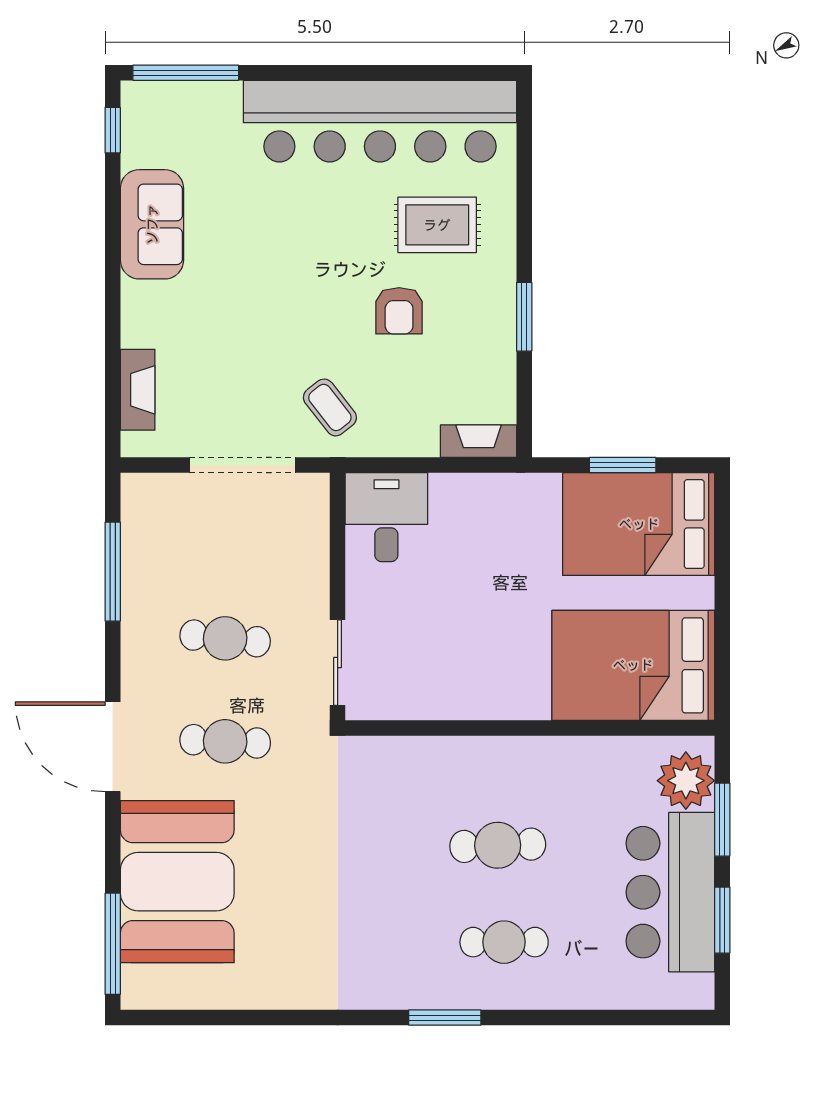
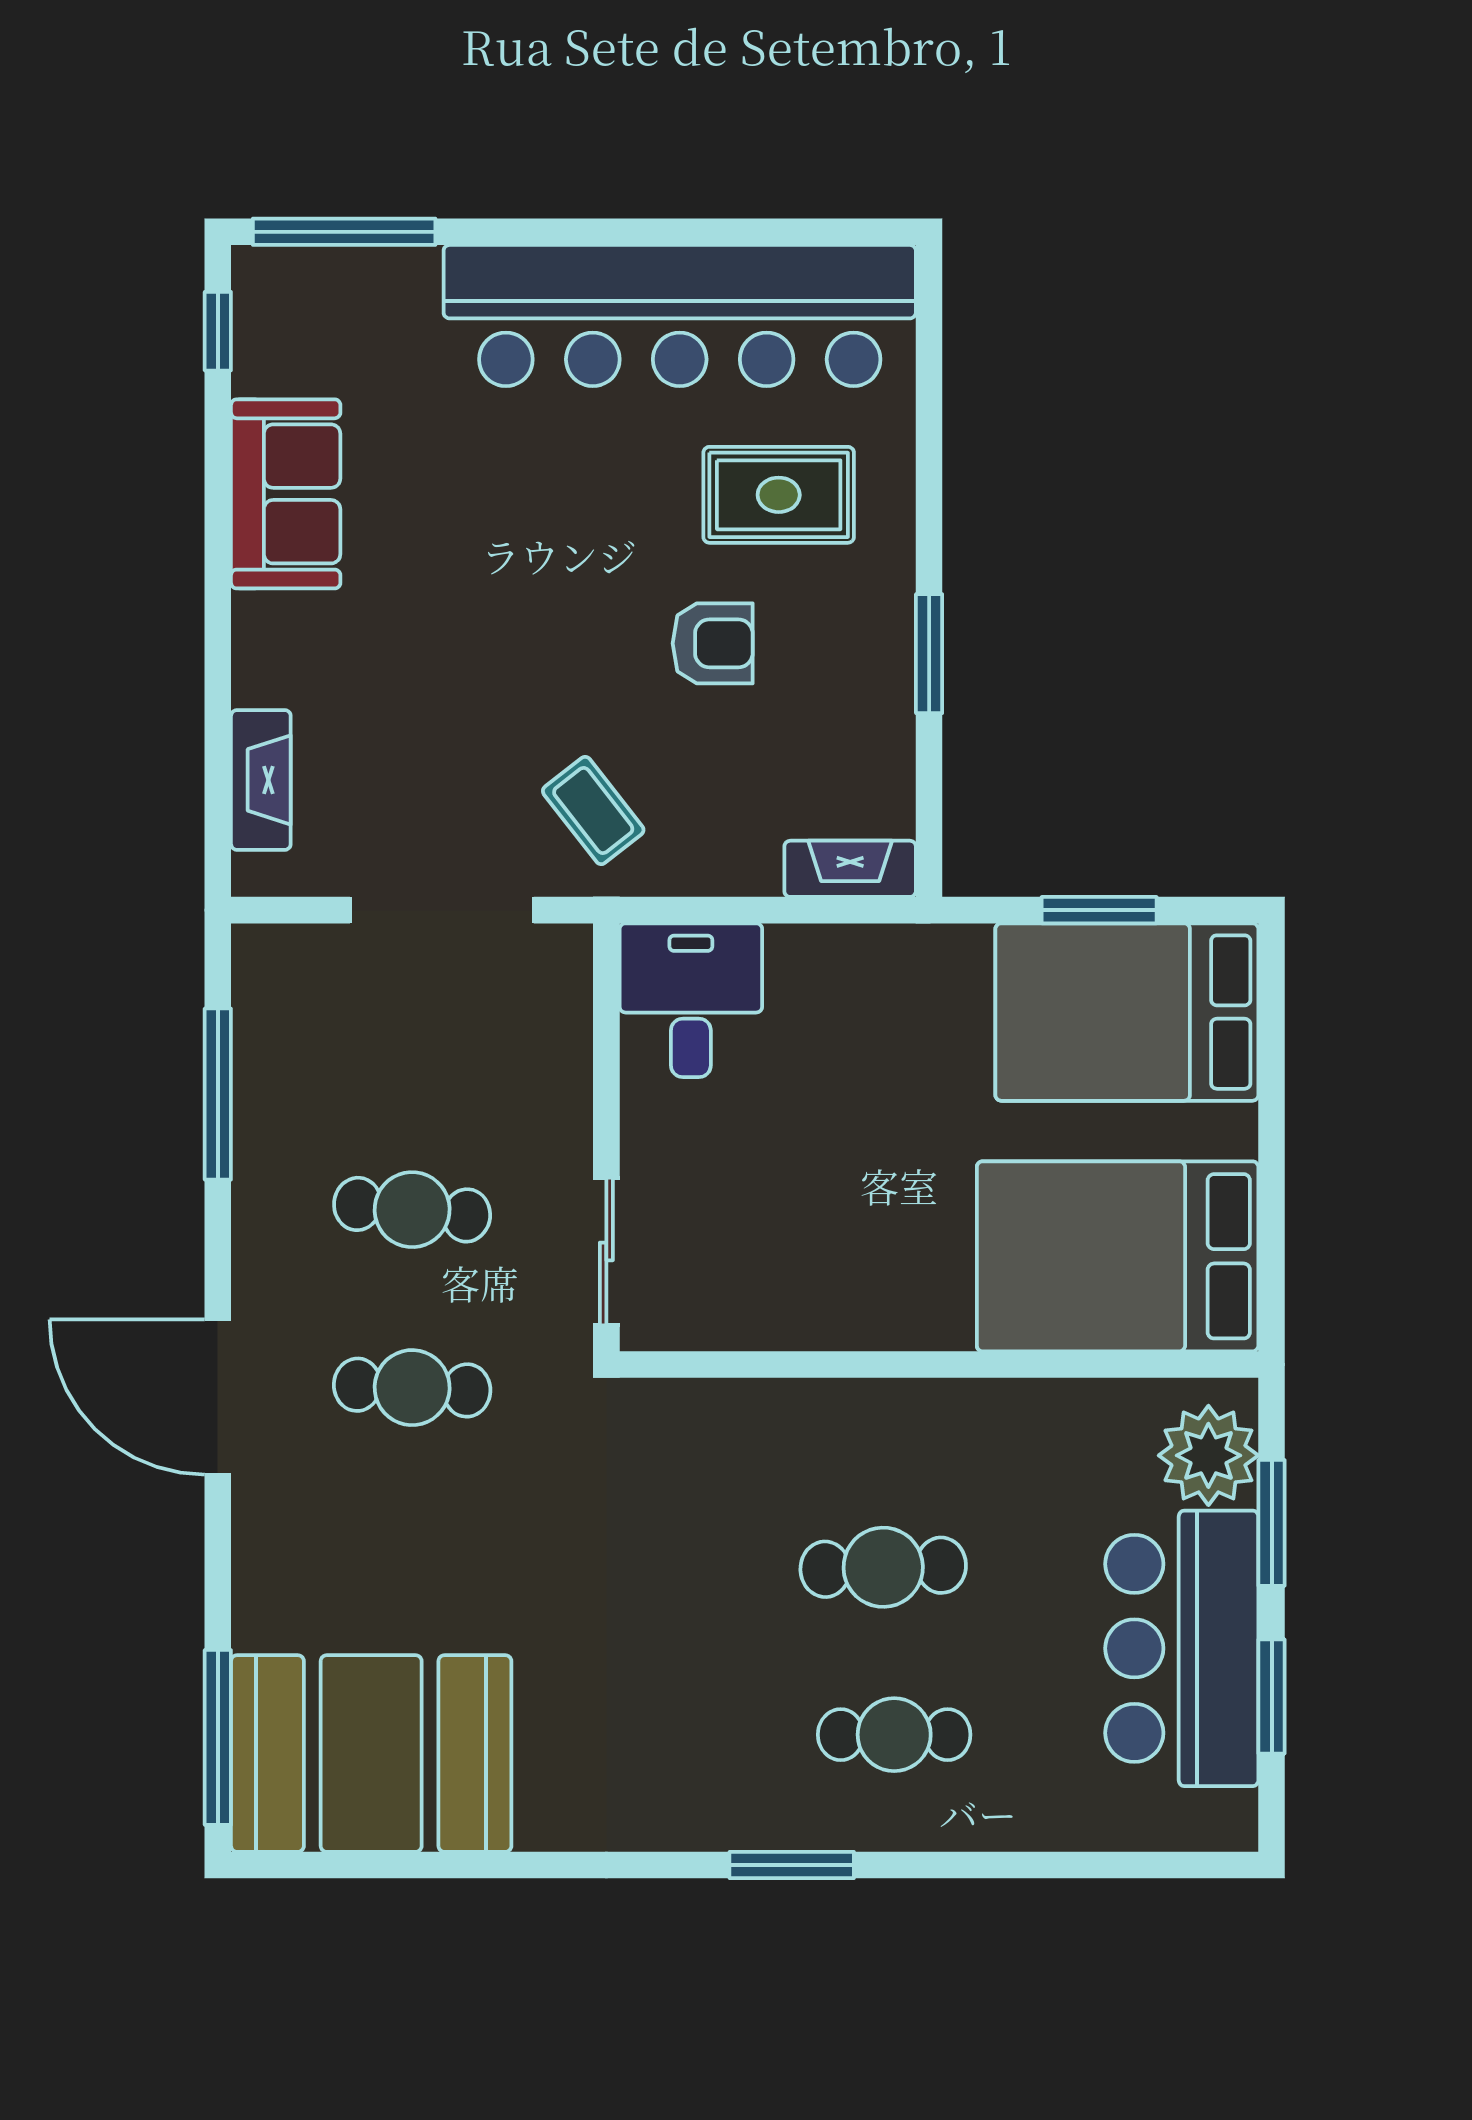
armchair: (399, 311) -> (713, 643), turned -90
booth: (177, 882) -> (371, 1754), moved, turned 90

